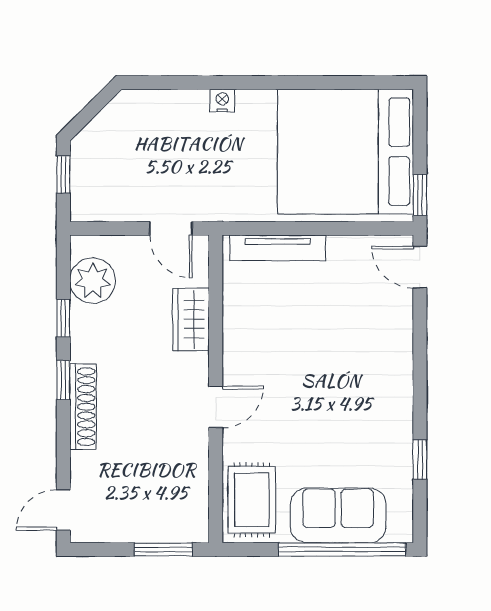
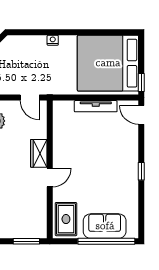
tv unit: (278, 248) -> (96, 106), moved
wardrobe: (191, 319) -> (39, 153), moved
window: (420, 459) -> (141, 171), moved

